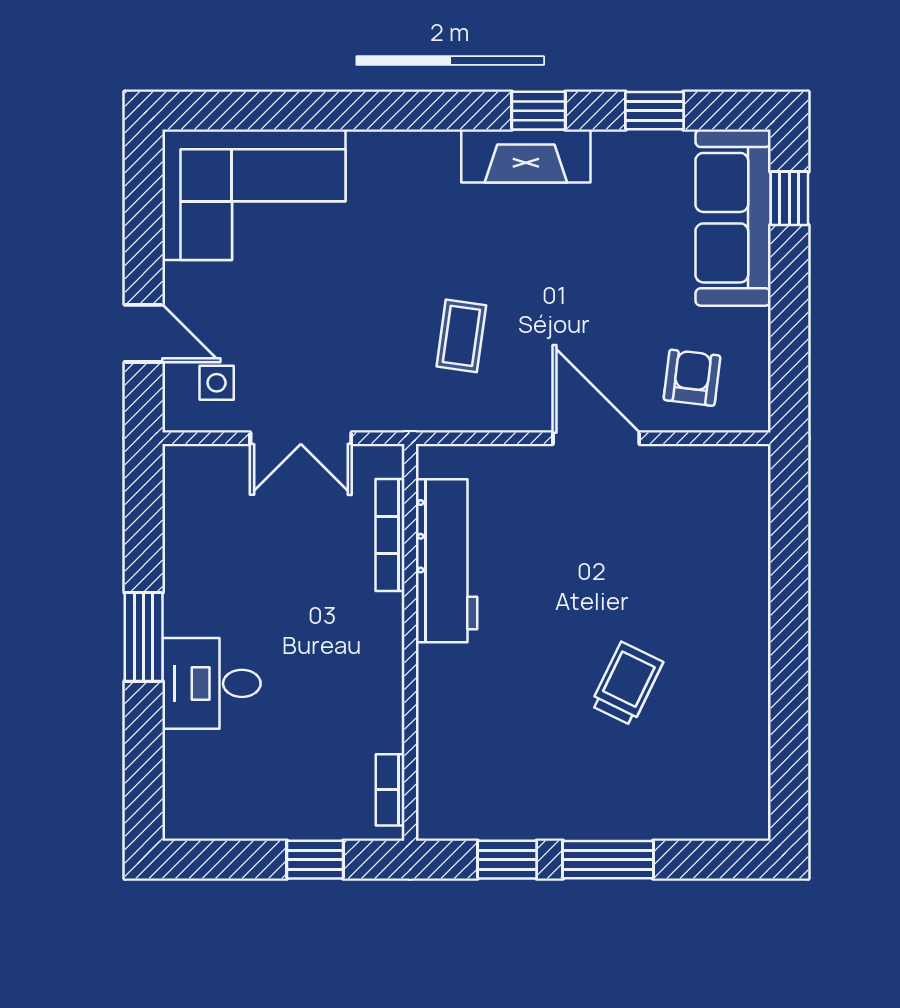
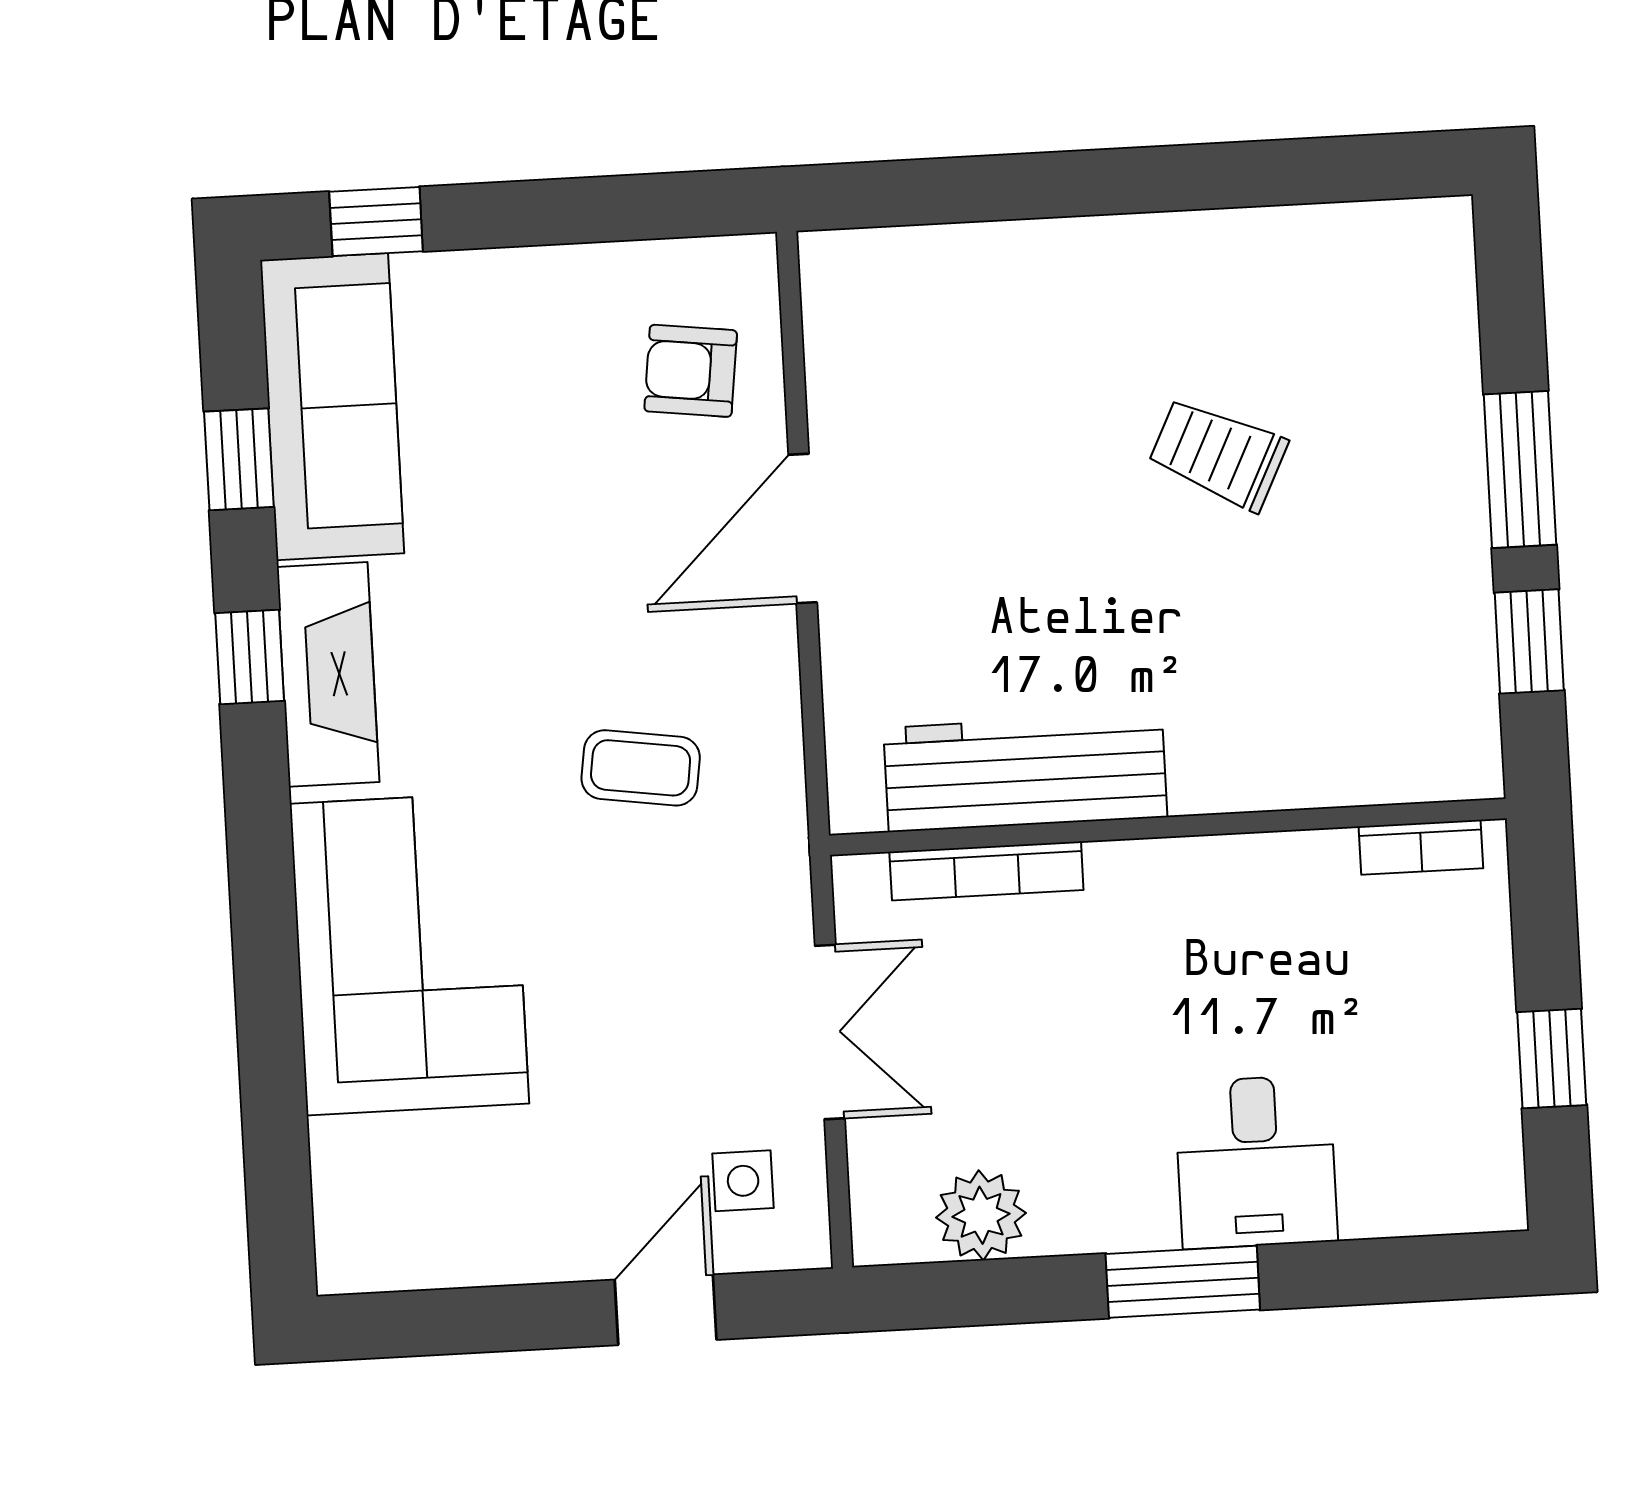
corner sofa: (254, 195) -> (409, 954), moved
sofa: (733, 218) -> (332, 407), moved, turned -90
plant: (189, 521) -> (981, 1215), added
window: (315, 860) -> (1552, 1059), moved

